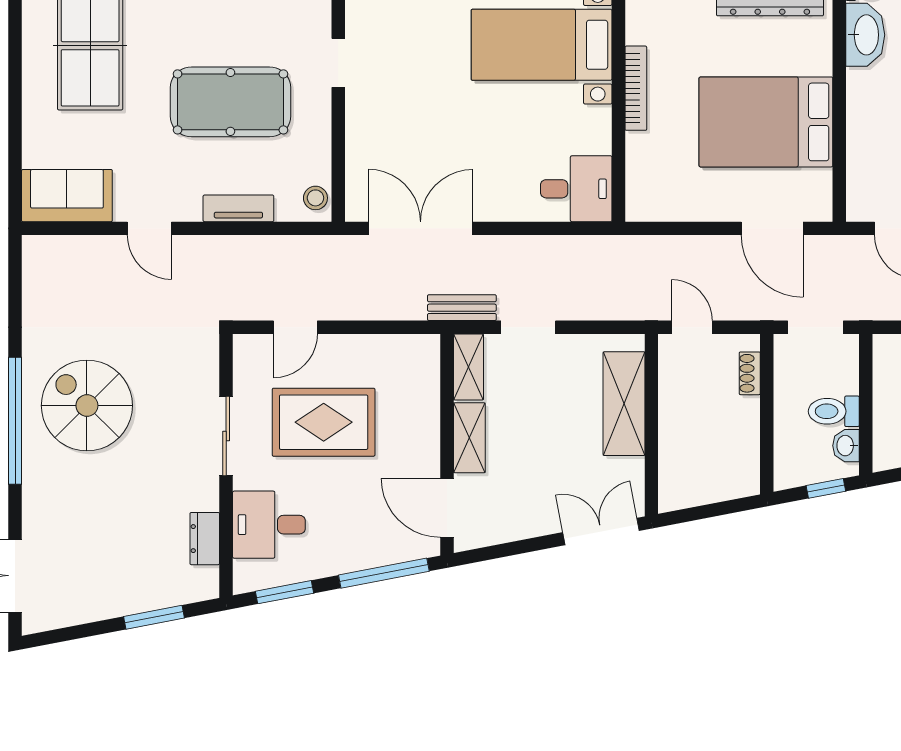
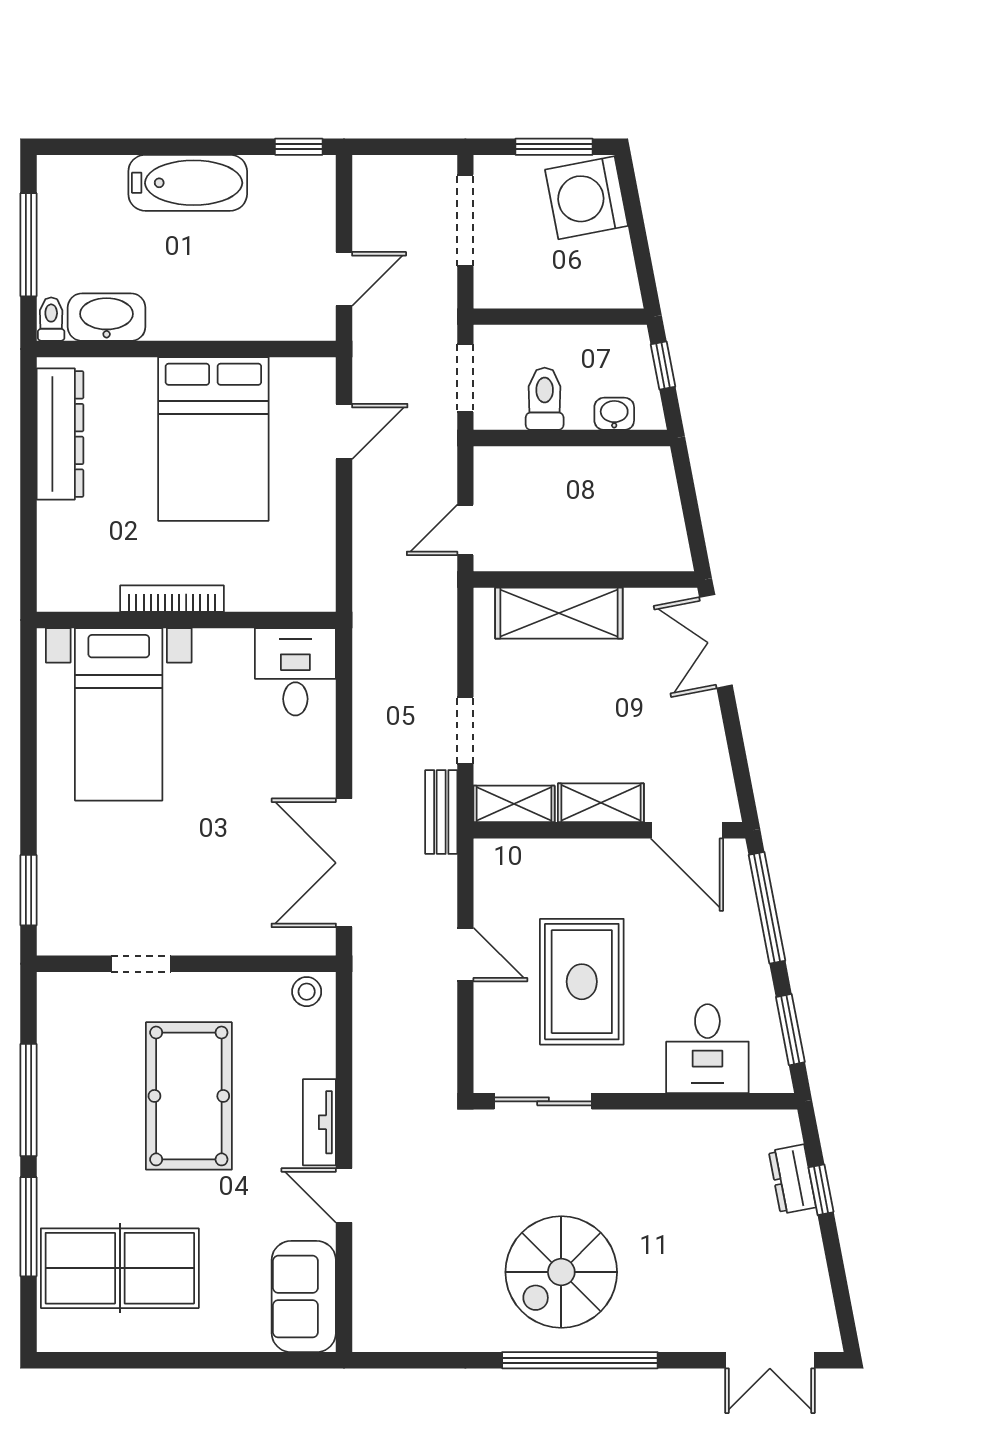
tv unit: (238, 208) -> (319, 1122), moved
door: (149, 228) -> (344, 1195), swing flipped
door: (772, 228) -> (344, 431), width x0.73
door: (295, 327) -> (465, 954), moved
shoe rack: (750, 373) -> (522, 459), removed
toilet: (834, 411) -> (545, 399), moved, turned 180
sliding door: (226, 436) -> (543, 1101), moved
washbasin: (846, 446) -> (614, 414), moved, turned 180
door: (447, 508) -> (687, 830), hinge flipped
dresser: (205, 539) -> (792, 1179), moved, turned 79
window: (154, 617) -> (821, 1190), width x0.67

